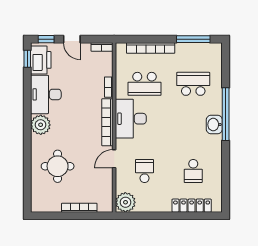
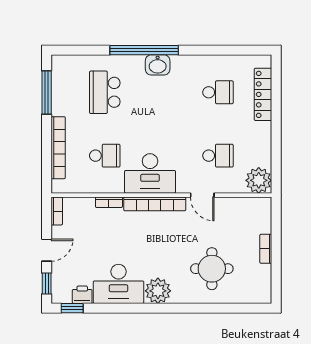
printer: (41, 60) -> (82, 295), width x0.53, depth x0.68
school desk: (145, 84) -> (105, 156), width x0.54
school desk: (145, 171) -> (218, 156), turned 180
bookcase: (79, 208) -> (266, 249), width x0.64

